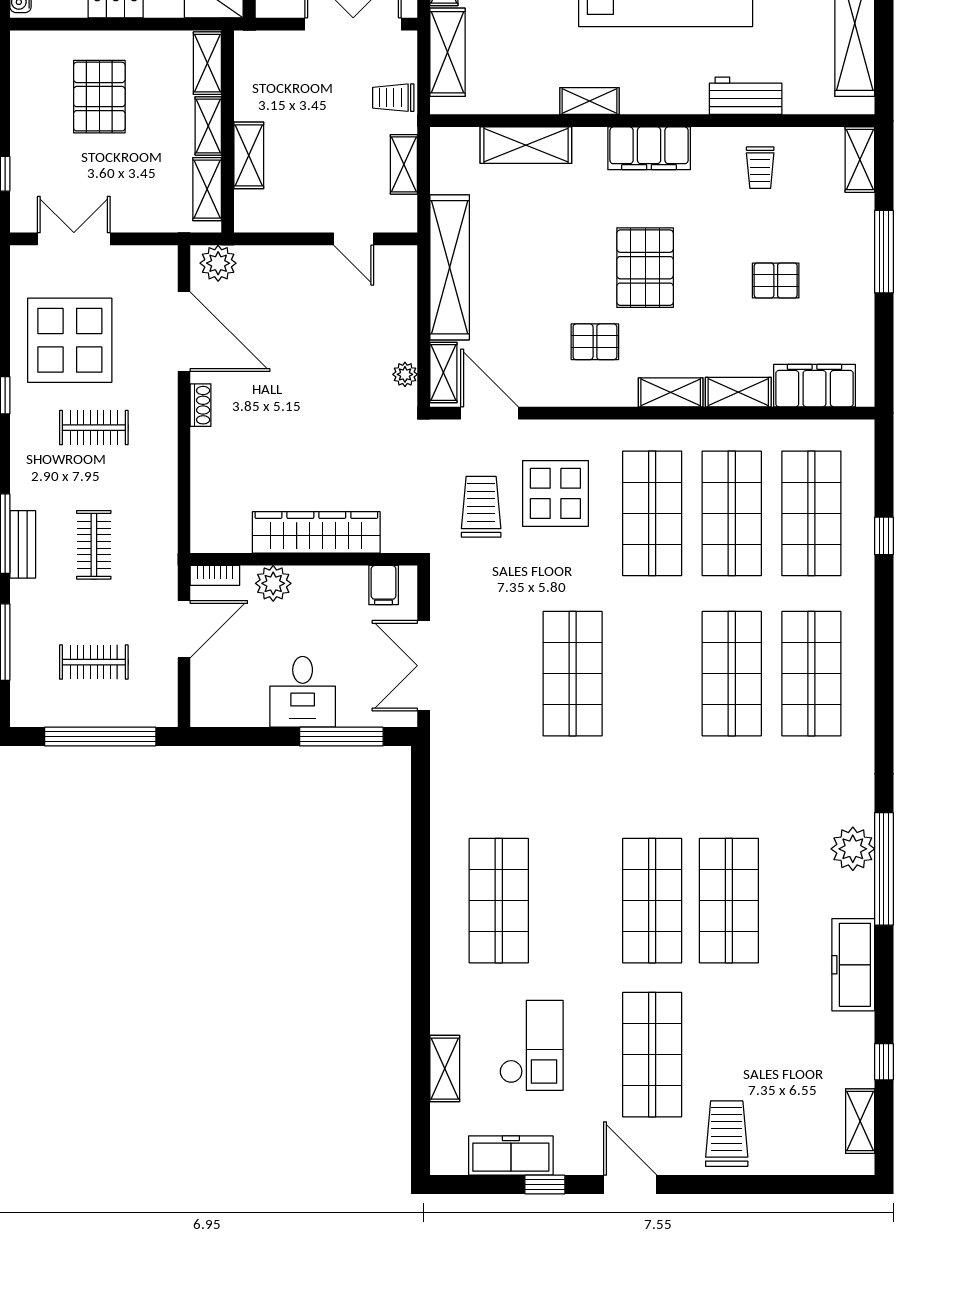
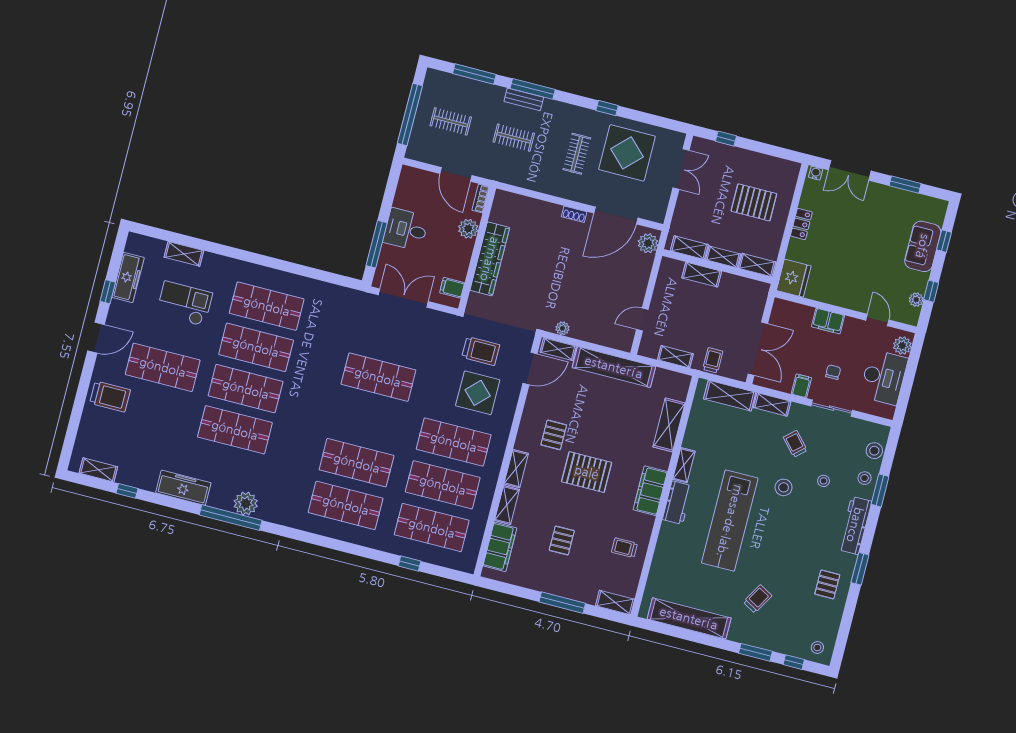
workbench: (746, 96) -> (677, 503), moved
clothes rail: (94, 662) -> (451, 121), turned 90
shop shelf: (575, 901) -> (256, 347), added
checkout: (531, 1045) -> (184, 304), turned 180

